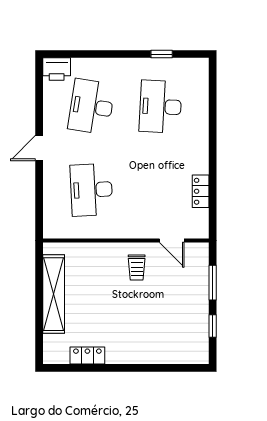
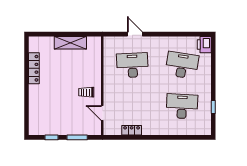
door: (39, 148) -> (135, 34), moved
door: (172, 240) -> (102, 113), hinge flipped
shelving: (54, 294) -> (70, 43), width x0.68
locker: (87, 355) -> (34, 68), width x1.53

